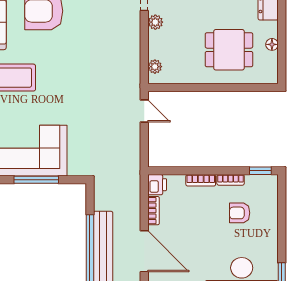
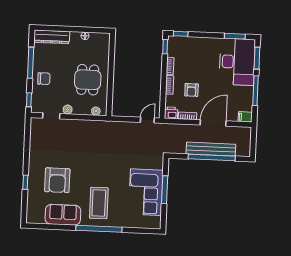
dining table: (229, 50) -> (88, 80), moved
door: (144, 111) -> (147, 120), moved
window: (282, 194) -> (181, 34), added
armchair: (240, 213) -> (191, 90), moved

